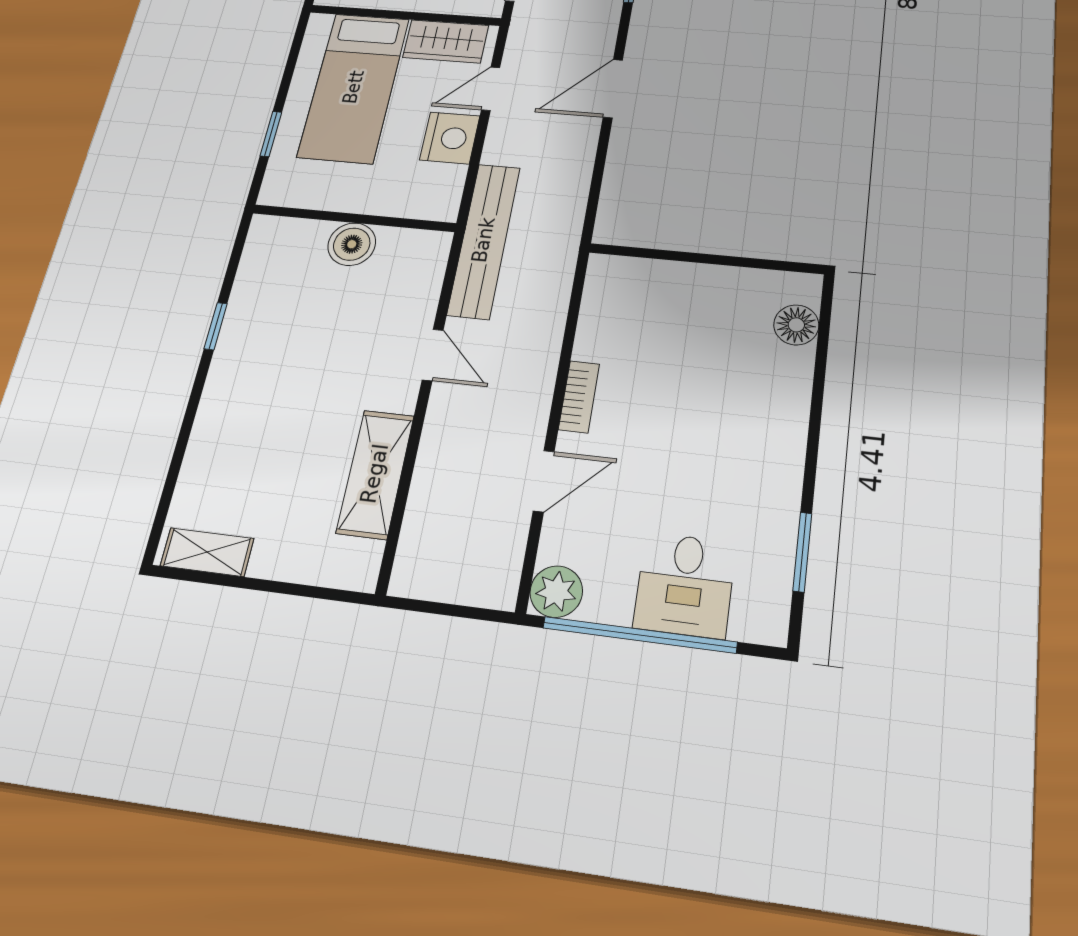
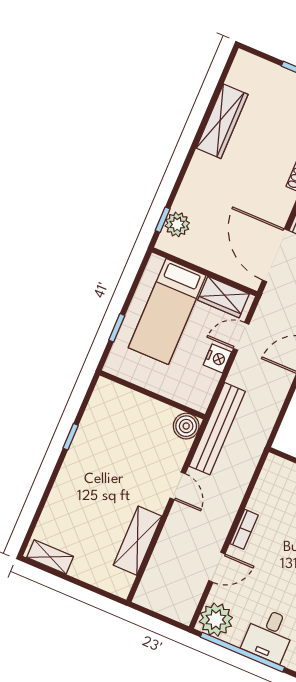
nightstand: (450, 138) -> (217, 358), width x0.74, depth x0.75
boiler: (352, 244) -> (186, 426), moved
plant: (556, 592) -> (216, 620), width x1.36, depth x1.36

